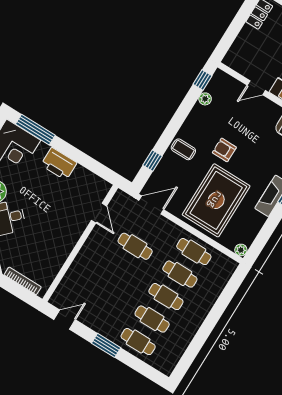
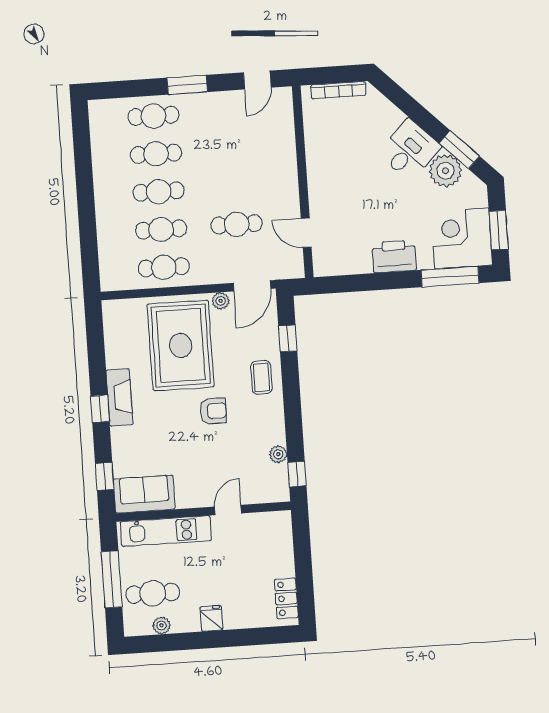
coffee table: (183, 149) -> (261, 377), turned 90
plant: (241, 250) -> (221, 301), moved

